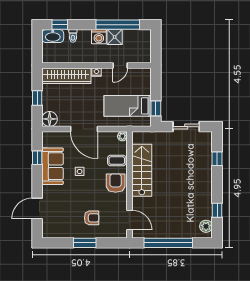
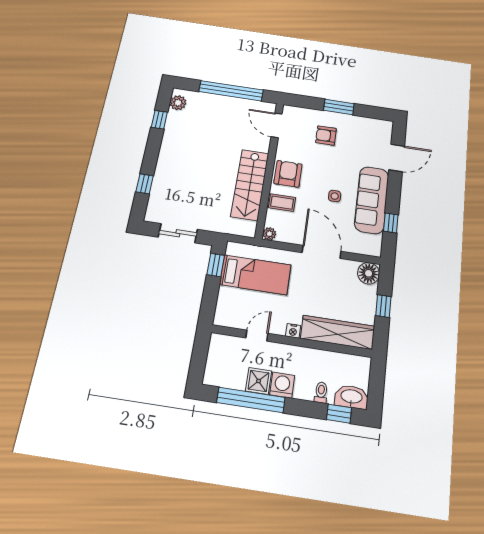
sofa: (53, 166) -> (372, 200), width x1.36
armchair: (116, 183) -> (288, 174), turned 180

